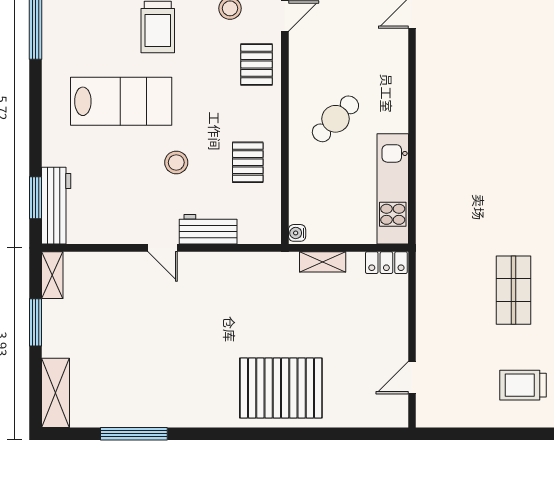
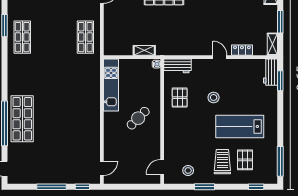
pallet: (257, 64) -> (245, 160), moved
workbench: (56, 206) -> (270, 72), width x0.73
workbench: (208, 229) -> (177, 66), moved
locker: (386, 263) -> (242, 50), moved
shop shelf: (513, 290) -> (85, 37), moved

